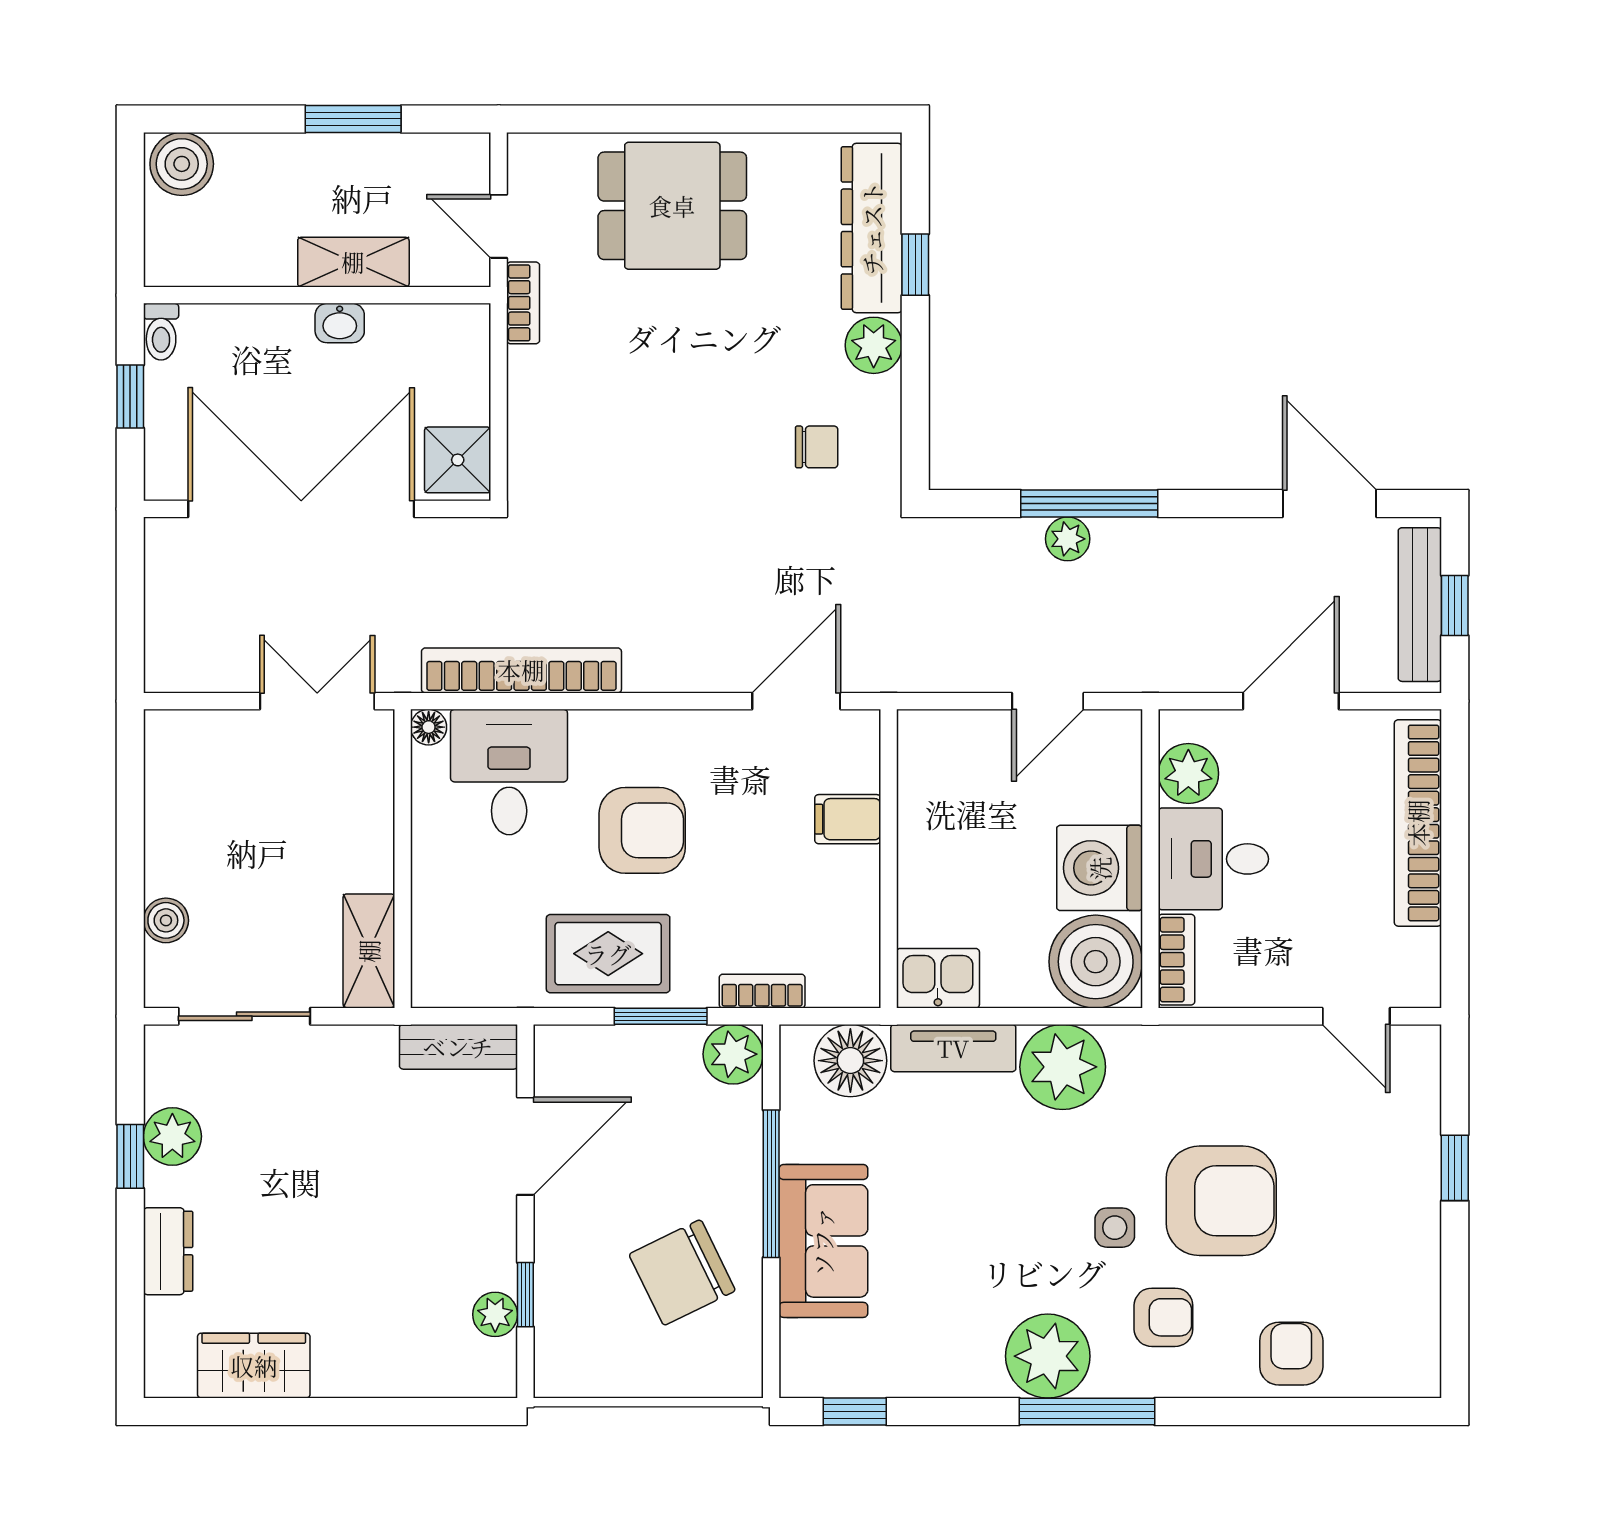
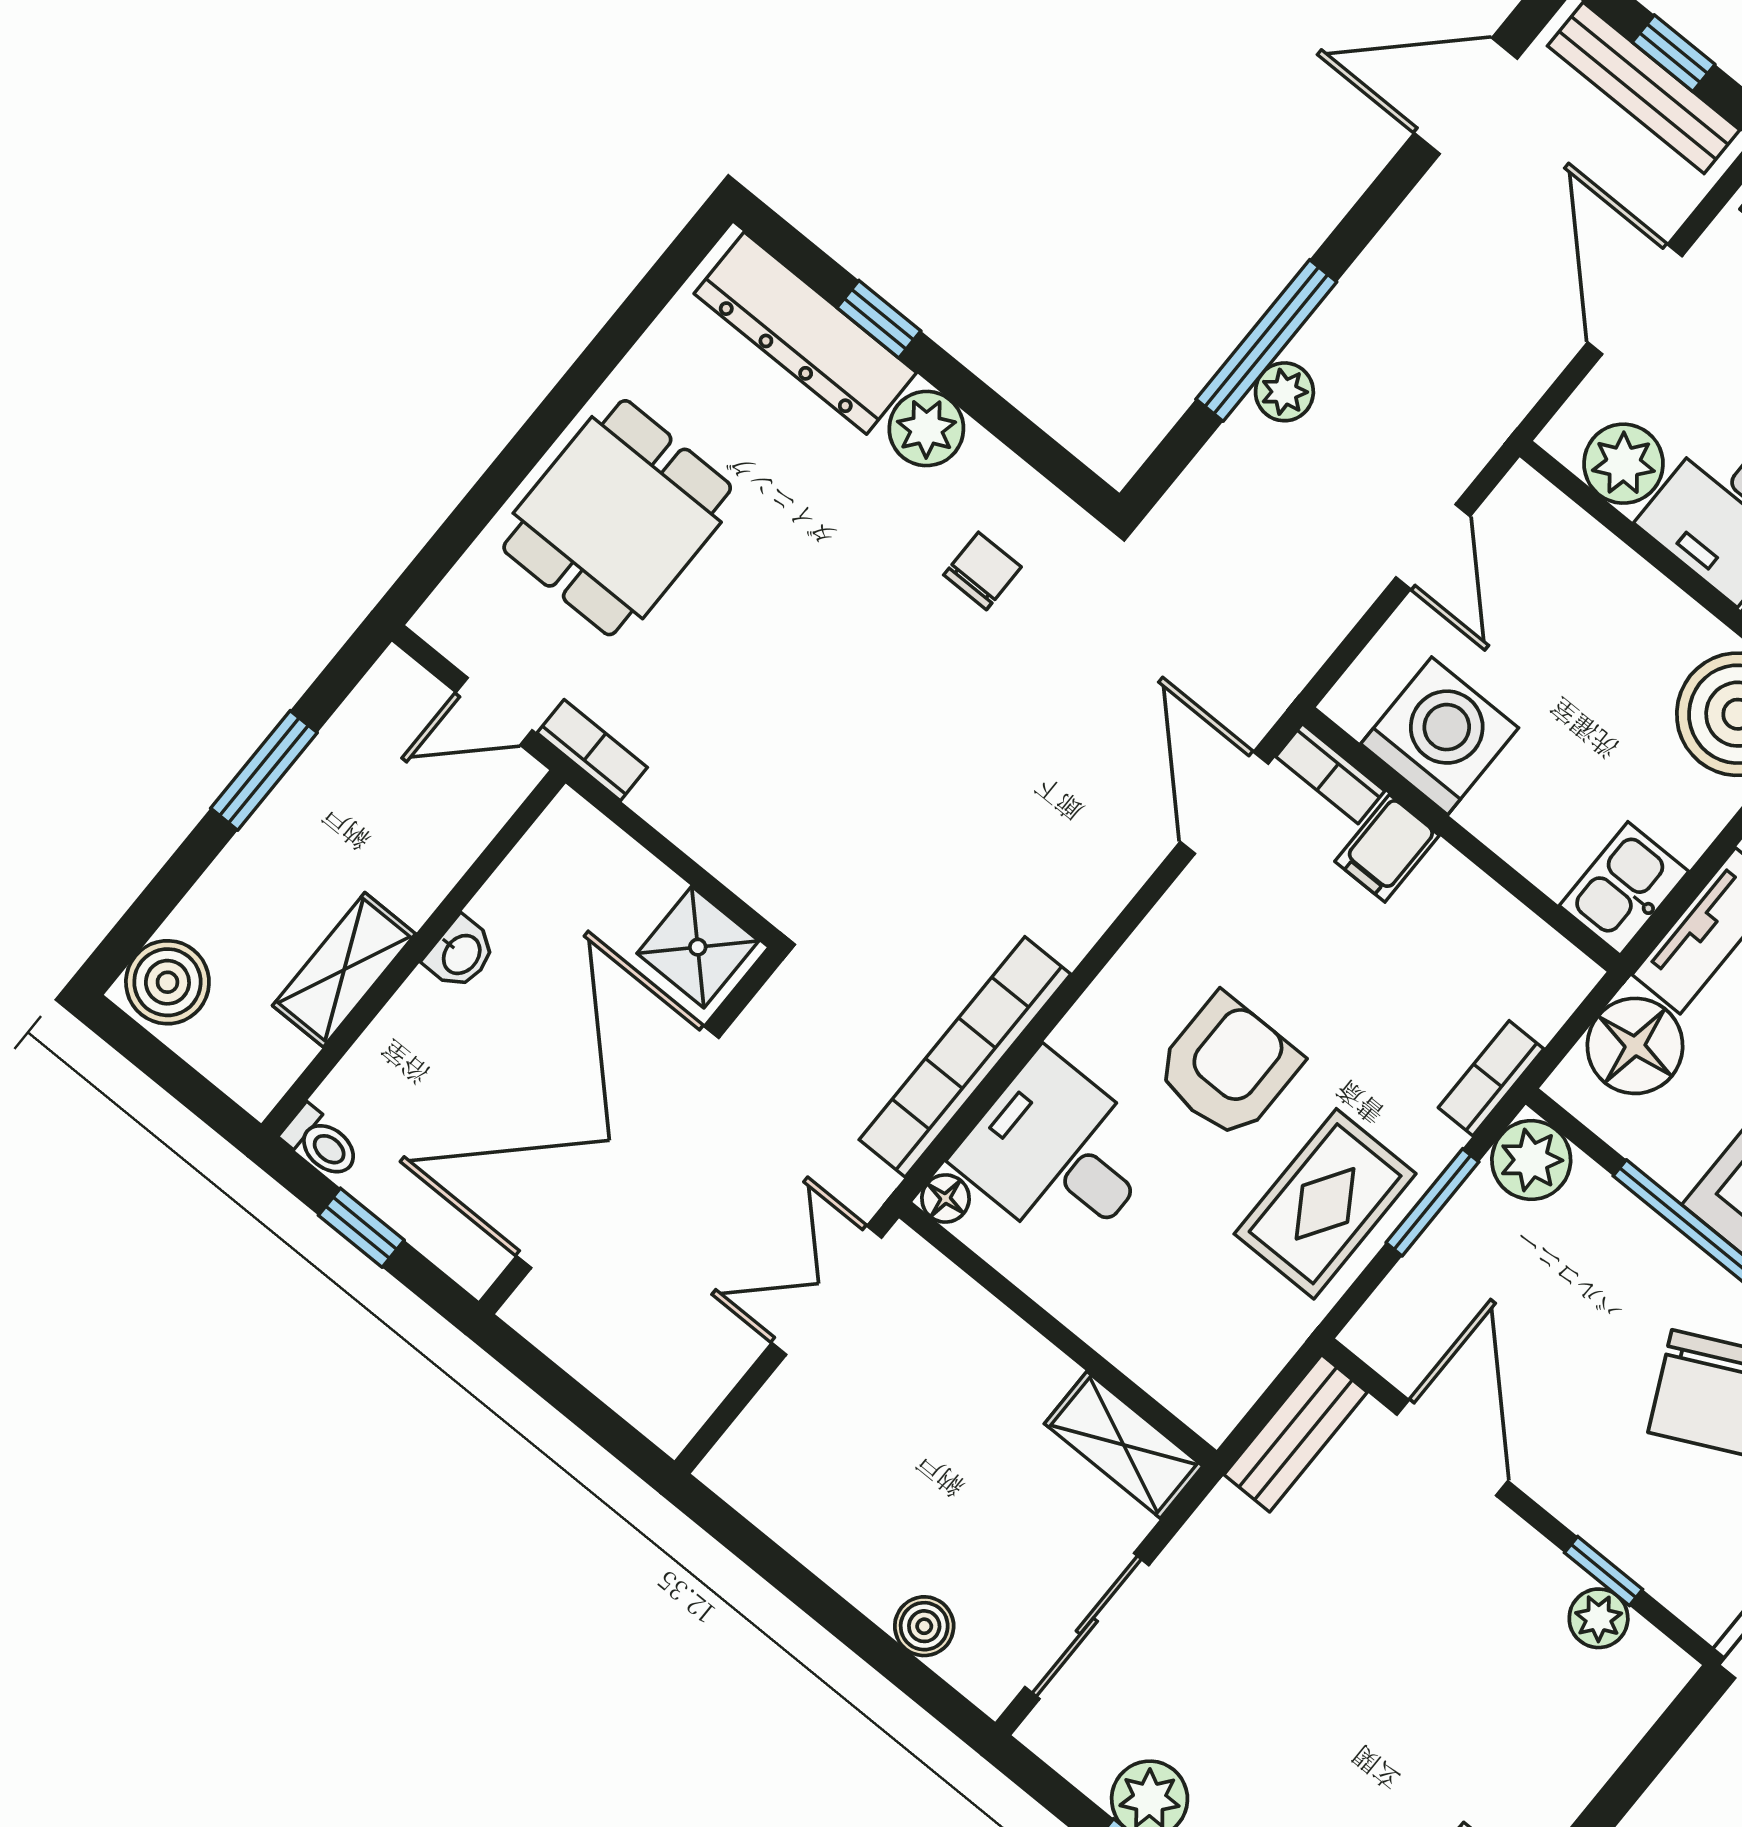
shelving: (353, 262) -> (344, 970), moved
bookcase: (864, 750) -> (1330, 774), added
washing machine: (1100, 868) -> (1440, 736), moved, turned 180

